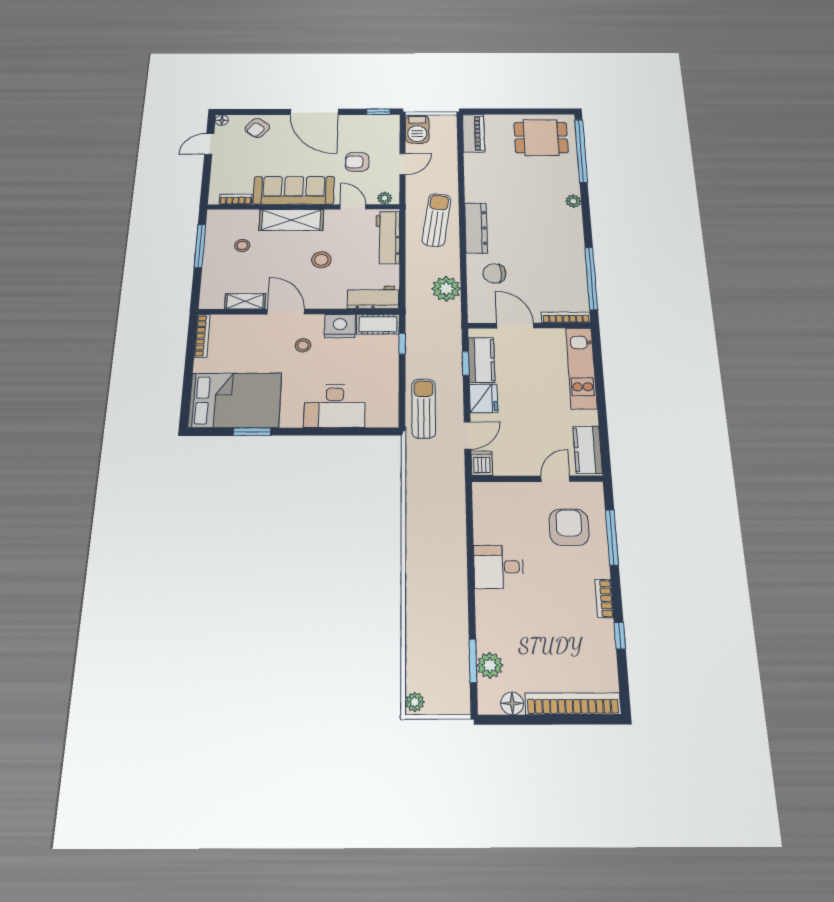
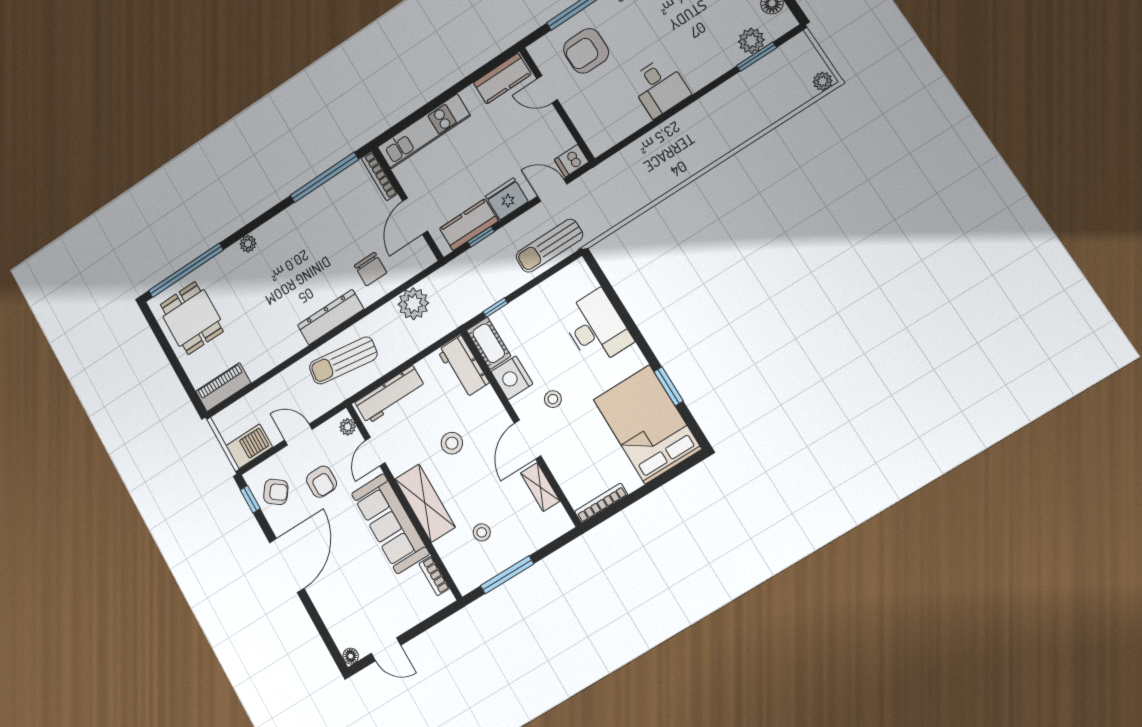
armchair: (257, 128) -> (276, 492), moved

